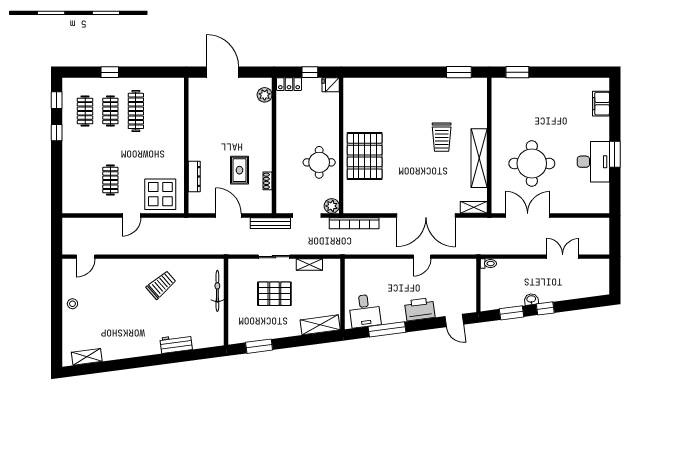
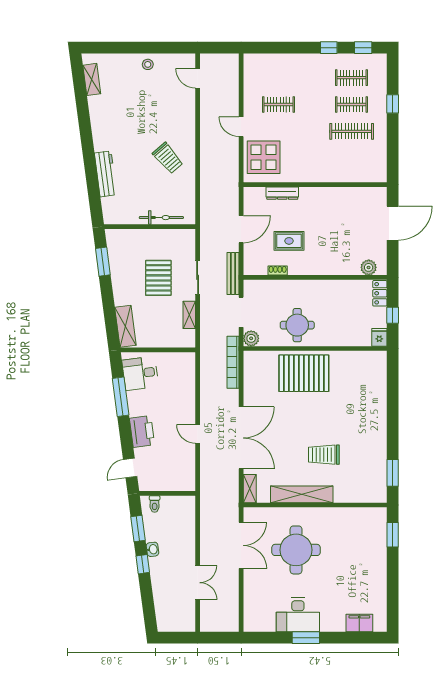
double door: (426, 215) -> (241, 438), swing flipped
toilet: (488, 264) -> (155, 504), moved
workbench: (176, 344) -> (106, 174), width x1.38

